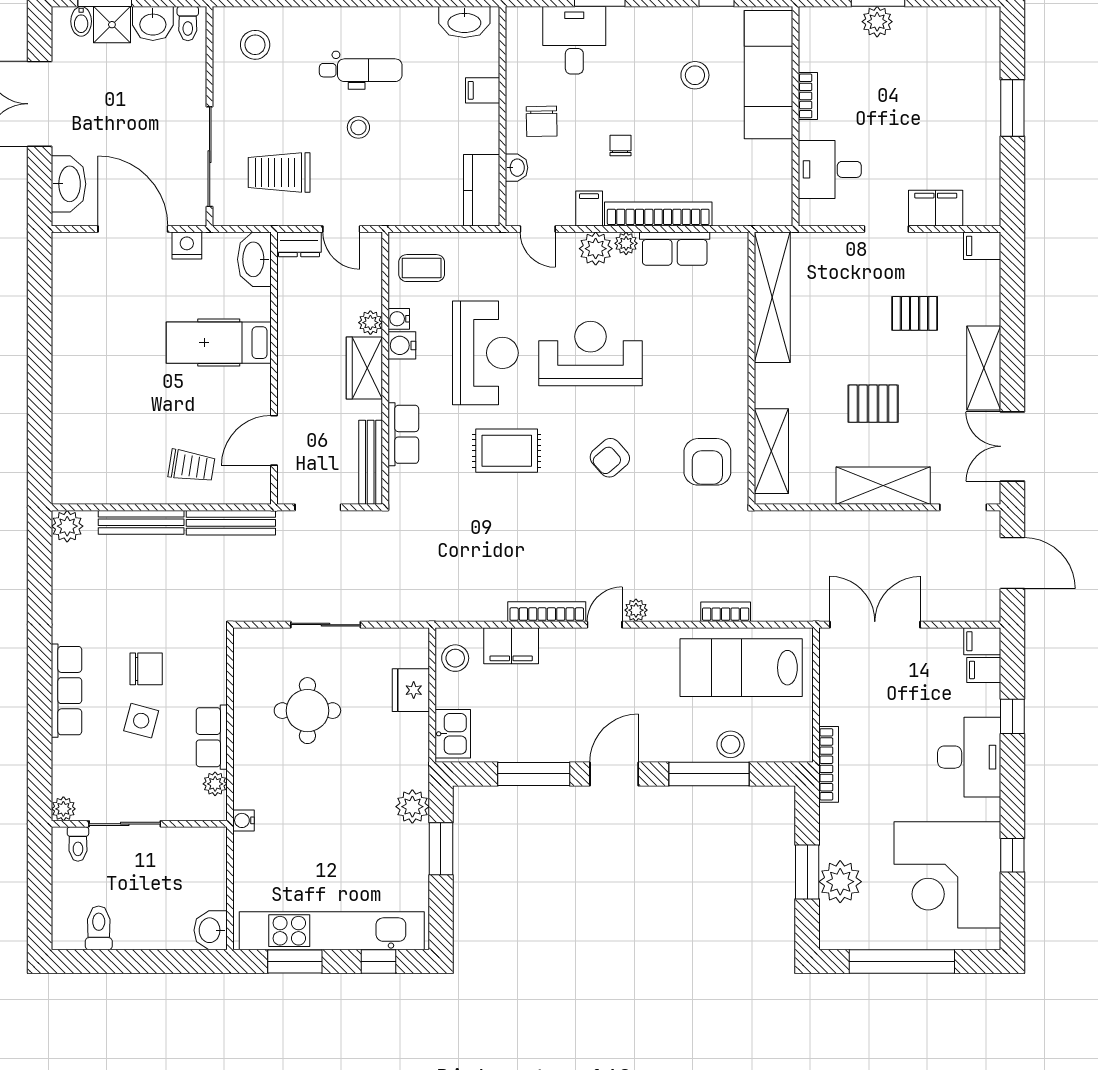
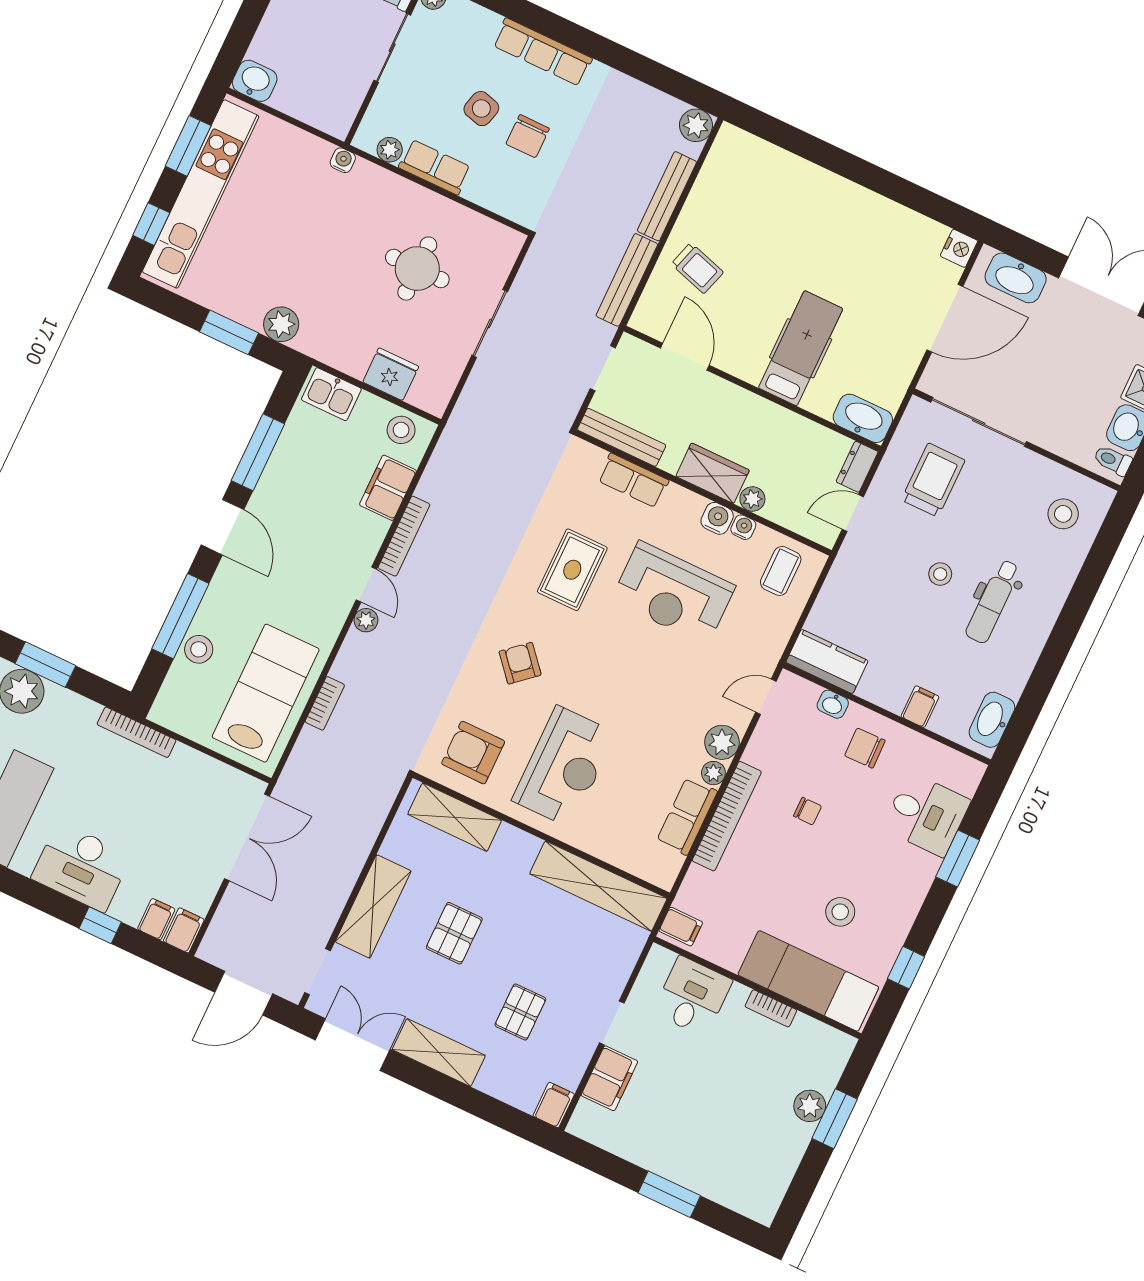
filing cabinet: (589, 209) -> (681, 927), moved
nightstand: (187, 246) -> (959, 248), moved
reception desk: (590, 353) -> (564, 767), moved
trolley: (191, 466) -> (697, 268), turned -82

